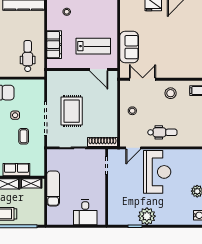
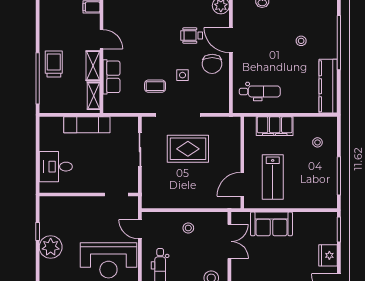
shoe rack: (102, 142) -> (148, 189), removed

